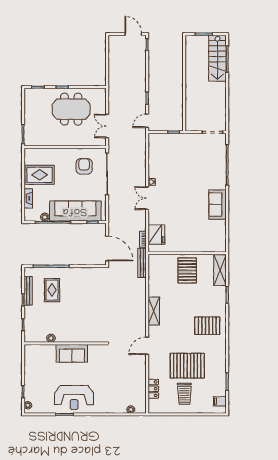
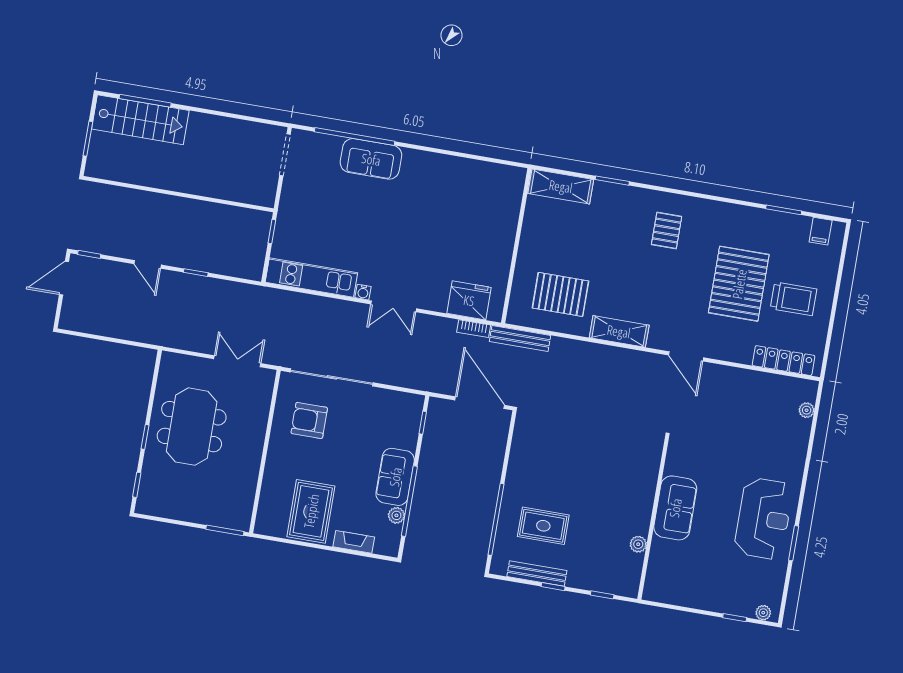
door: (147, 121) -> (148, 264), moved
double door: (107, 126) -> (237, 361), swing flipped
kitchen unit: (154, 155) -> (311, 278), added
sofa: (218, 205) -> (371, 159), moved
sofa: (75, 211) -> (395, 477), width x0.54, depth x0.79
door: (107, 248) -> (480, 403), hinge flipped
pallet: (187, 270) -> (560, 294), moved
pallet: (207, 326) -> (667, 230), width x0.67, depth x0.71
locker: (153, 389) -> (784, 361), width x1.53

